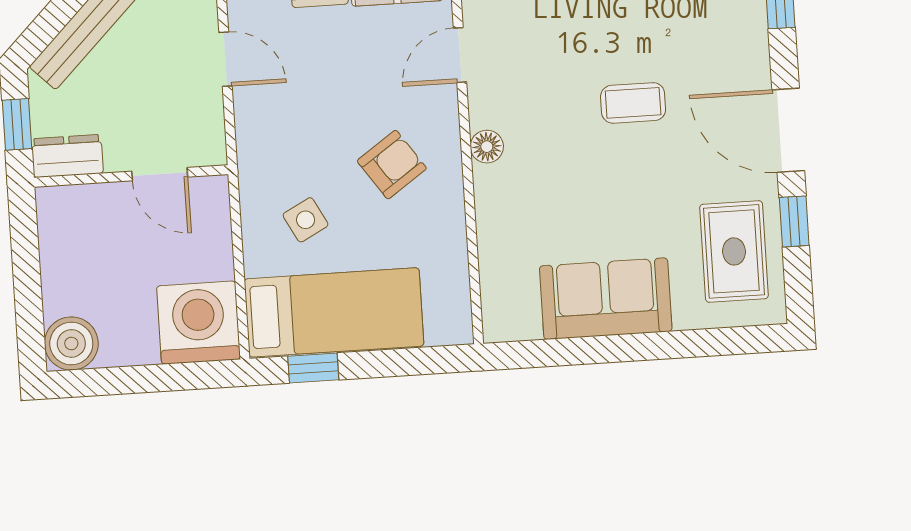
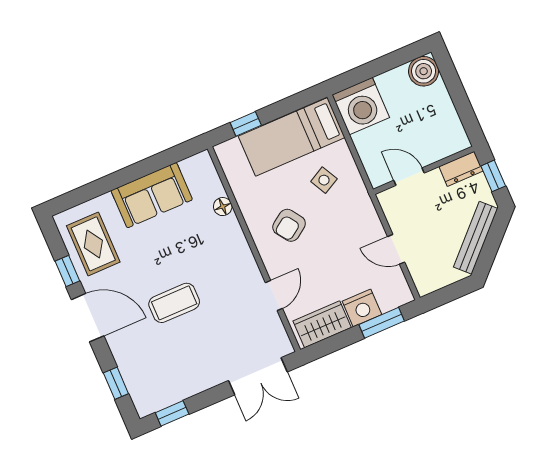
coffee table: (633, 103) -> (174, 303), width x1.36, depth x1.30
floor lamp: (487, 147) -> (223, 207), moved
window: (313, 368) -> (246, 124), moved

